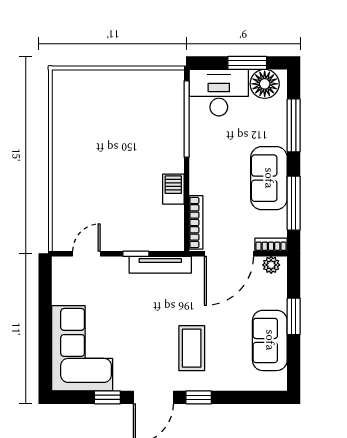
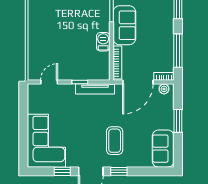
sofa: (269, 178) -> (124, 25), moved, turned 180
sofa: (270, 340) -> (163, 149), moved

